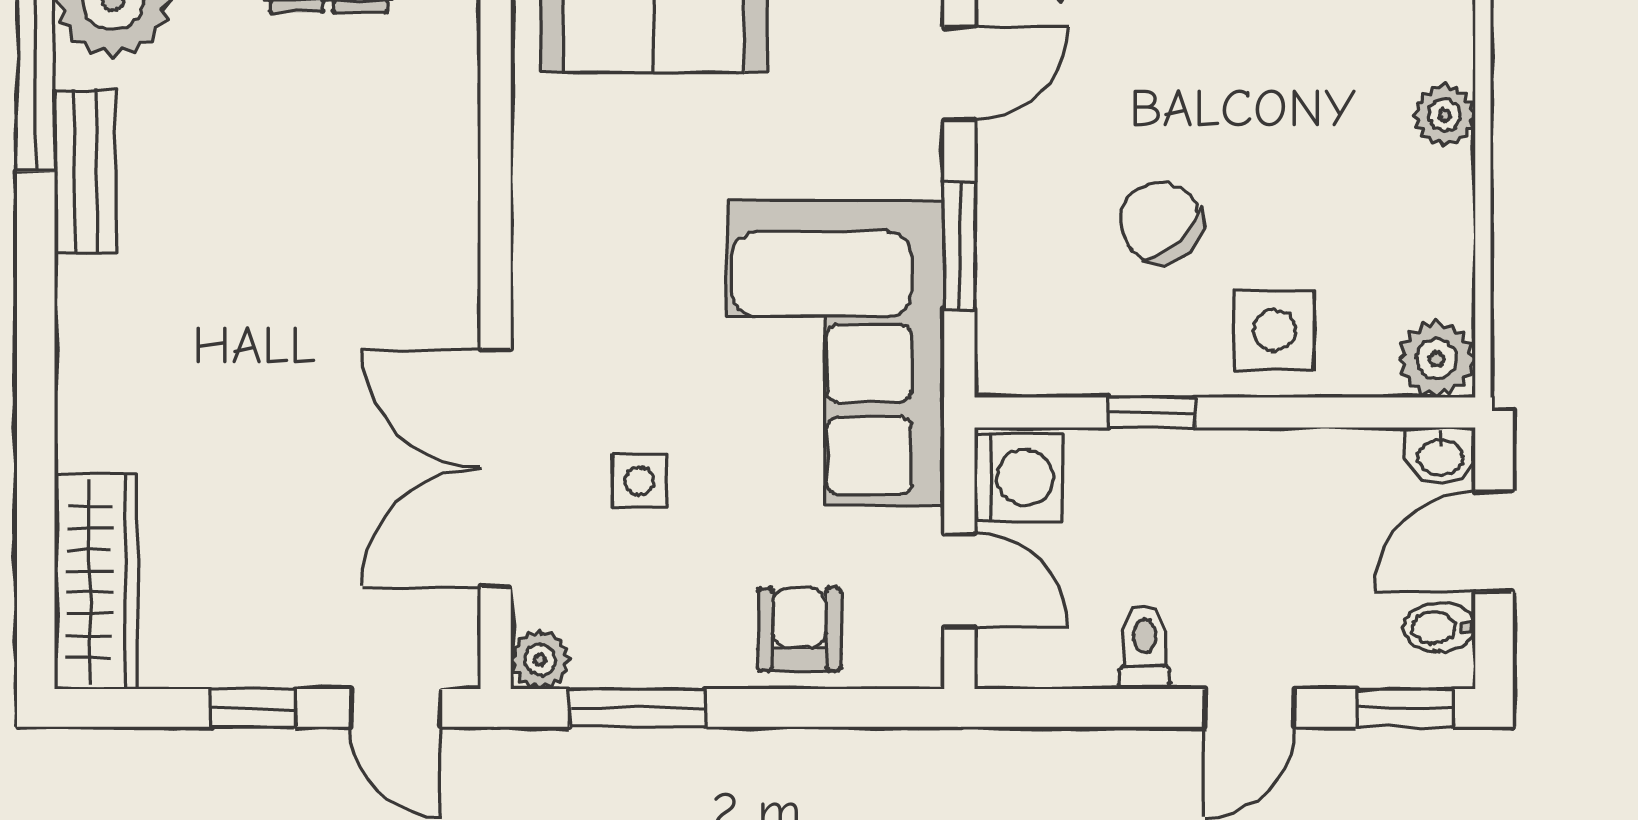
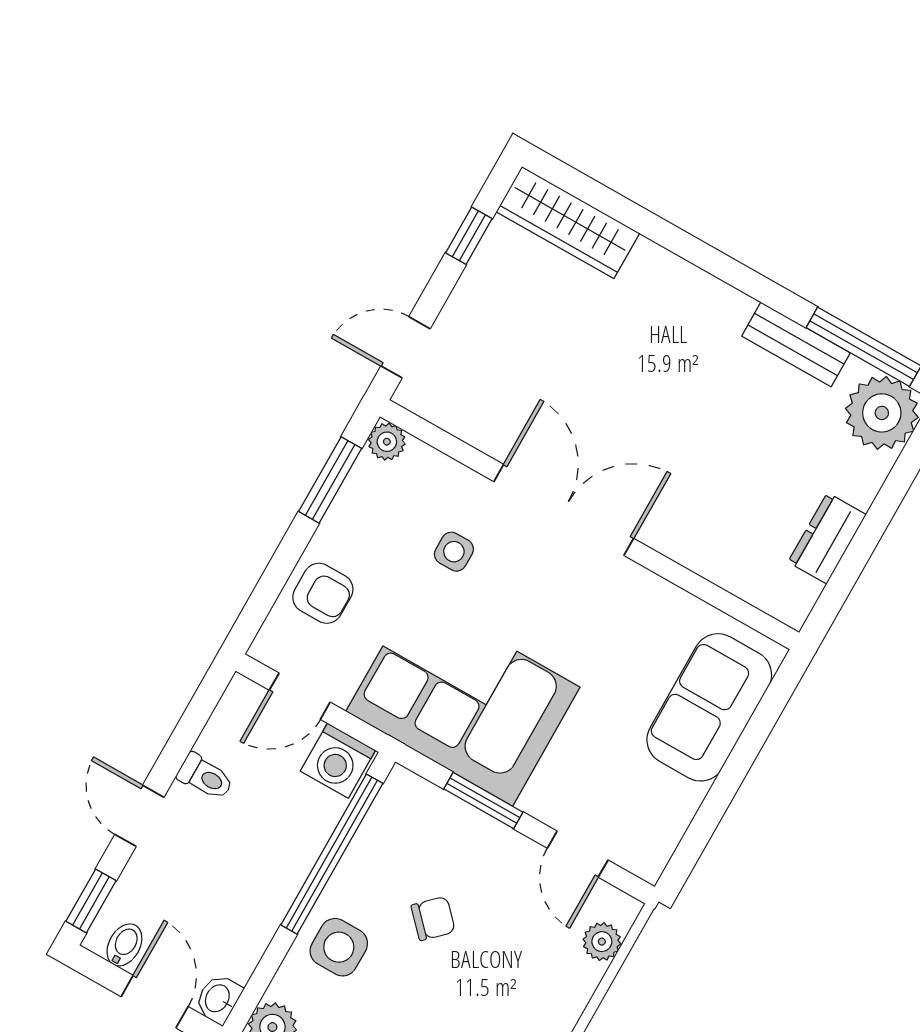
chair: (1161, 222) -> (433, 918), width x0.73, depth x0.73
window: (1152, 413) -> (332, 854), width x3.17
double door: (496, 468) -> (564, 510), moved
window: (253, 708) -> (469, 236), moved

